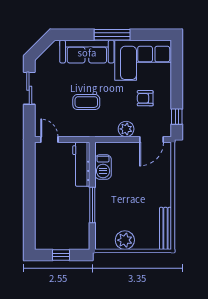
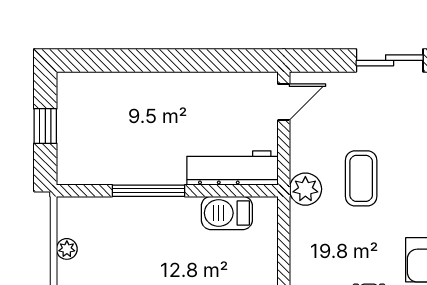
plant: (126, 129) -> (305, 189), moved
plant: (125, 240) -> (67, 249), width x0.53, depth x0.53

